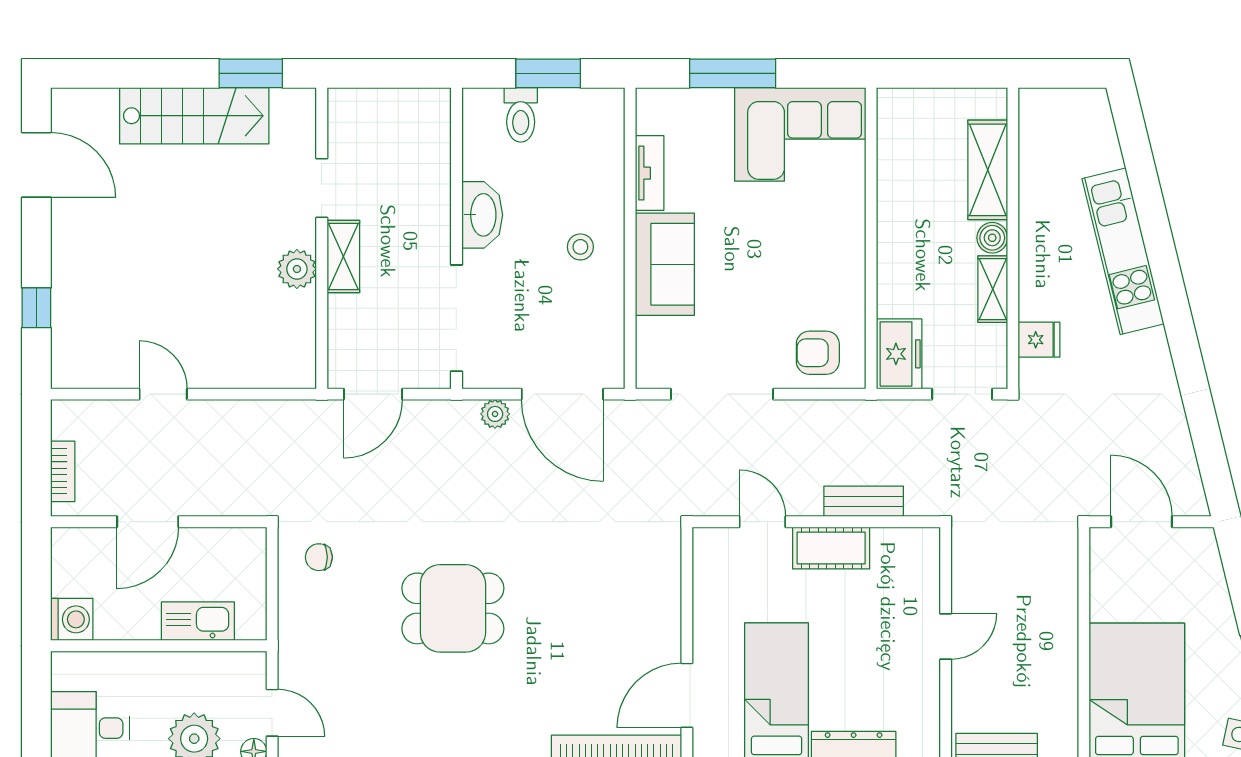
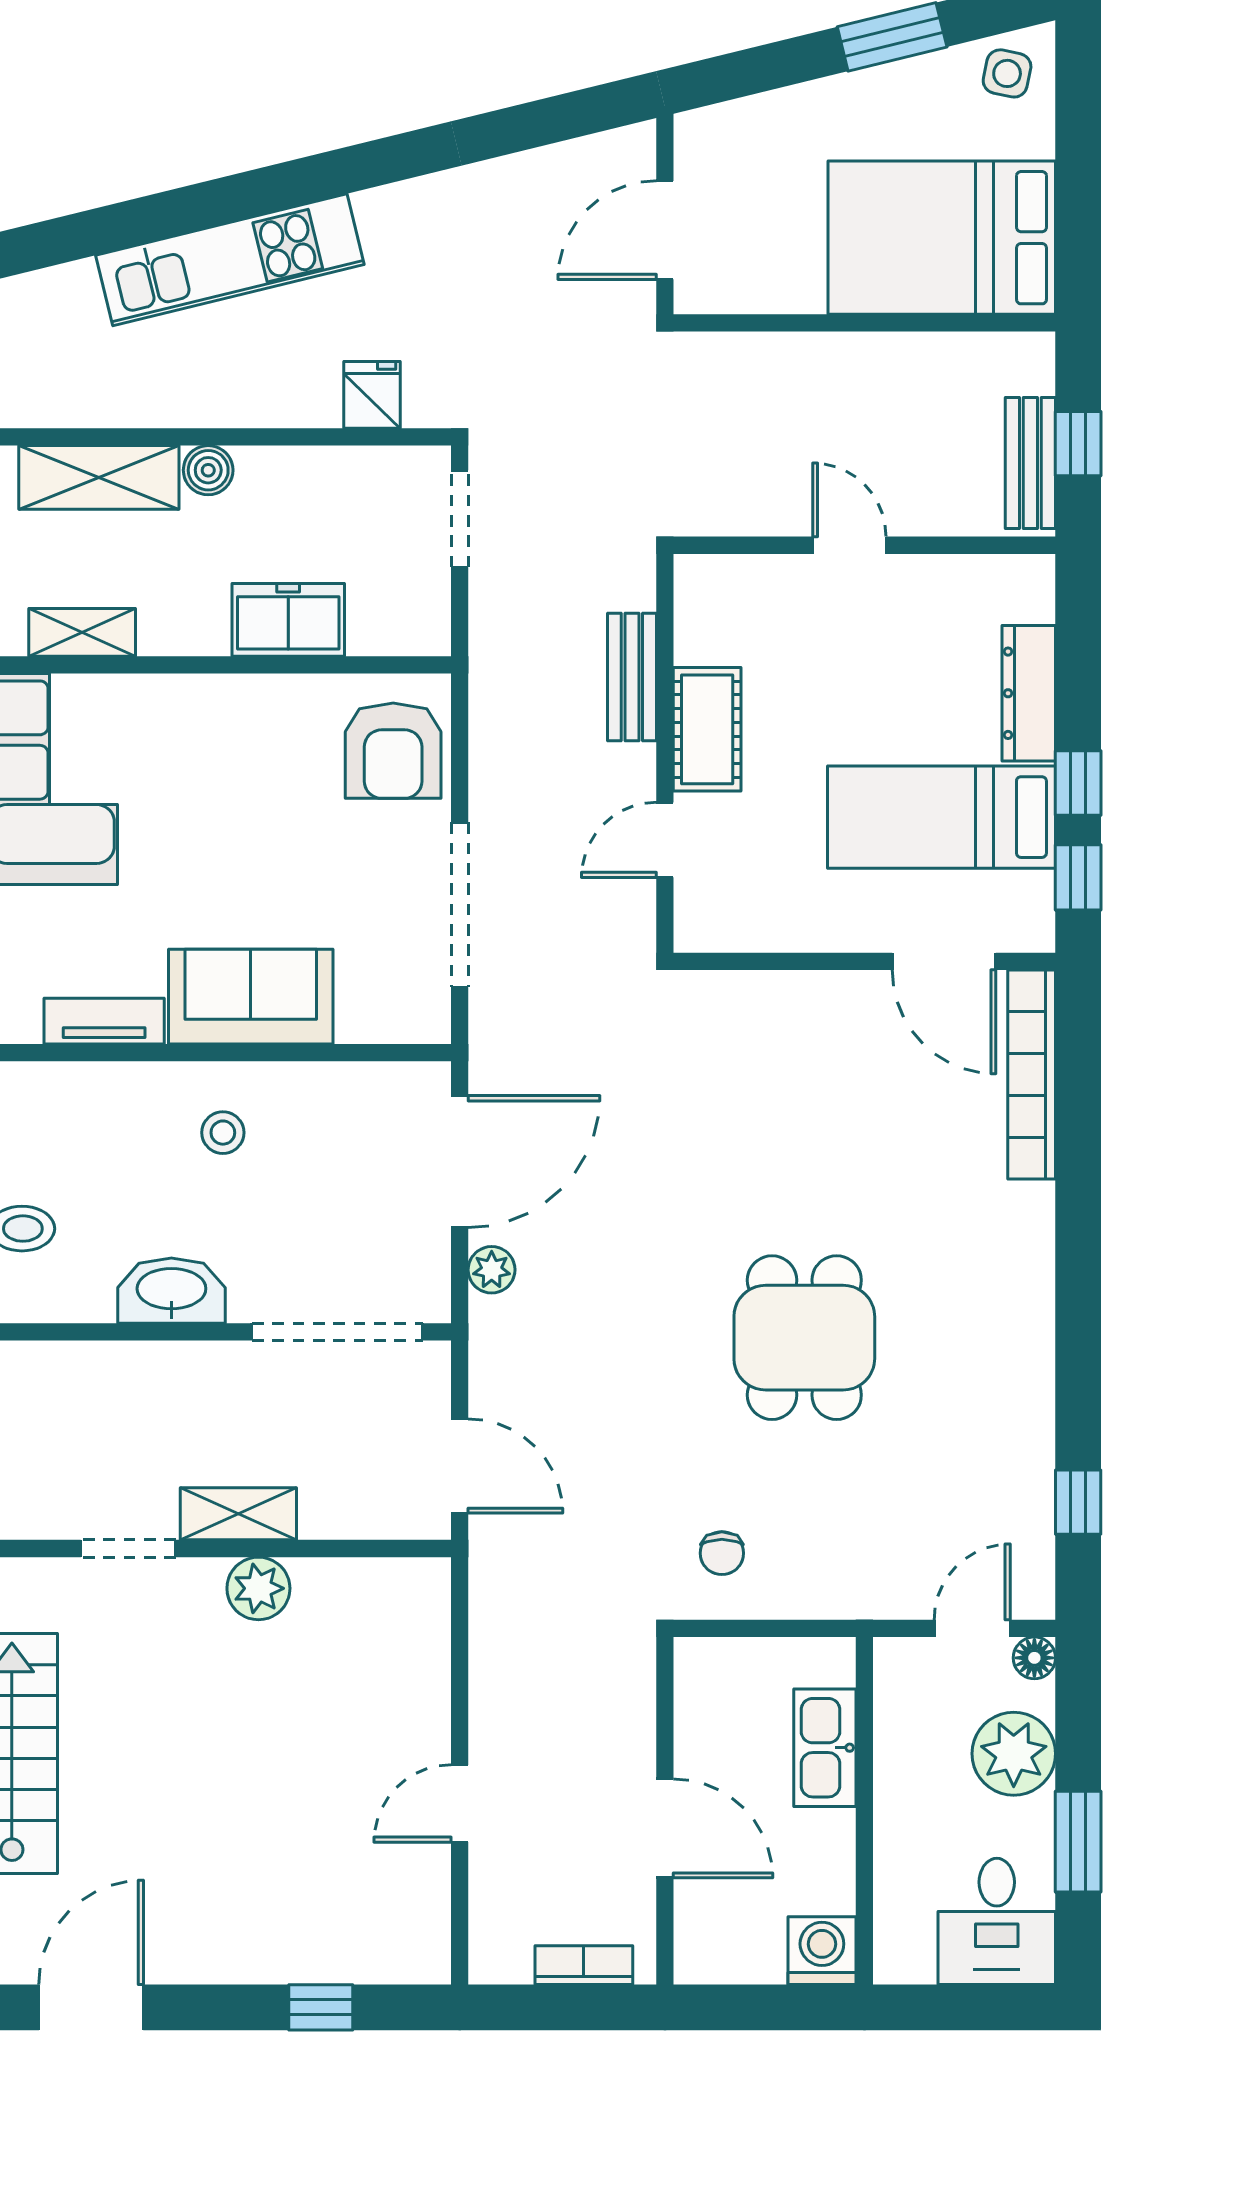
shelving: (993, 289) -> (82, 632), moved
armchair: (818, 353) -> (393, 751), width x1.38, depth x1.38
freezer: (899, 354) -> (288, 620), moved

